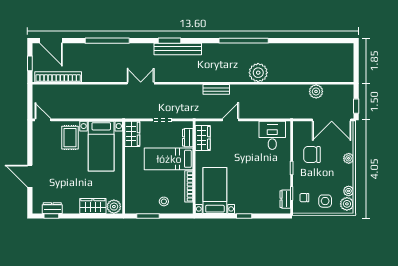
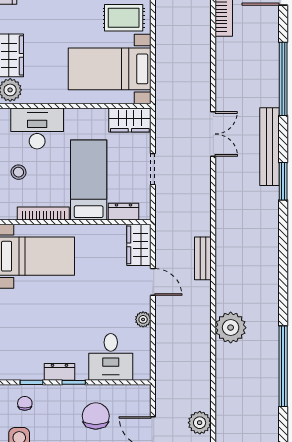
window: (244, 41) -> (283, 366), moved
bench: (178, 49) -> (269, 147), moved
plant: (253, 126) -> (143, 319), added
desk: (272, 135) -> (111, 357), moved, turned 90
wardrobe: (203, 138) -> (139, 245), moved, turned 90
desk: (137, 190) -> (37, 128), added
dresser: (285, 199) -> (59, 372), moved

